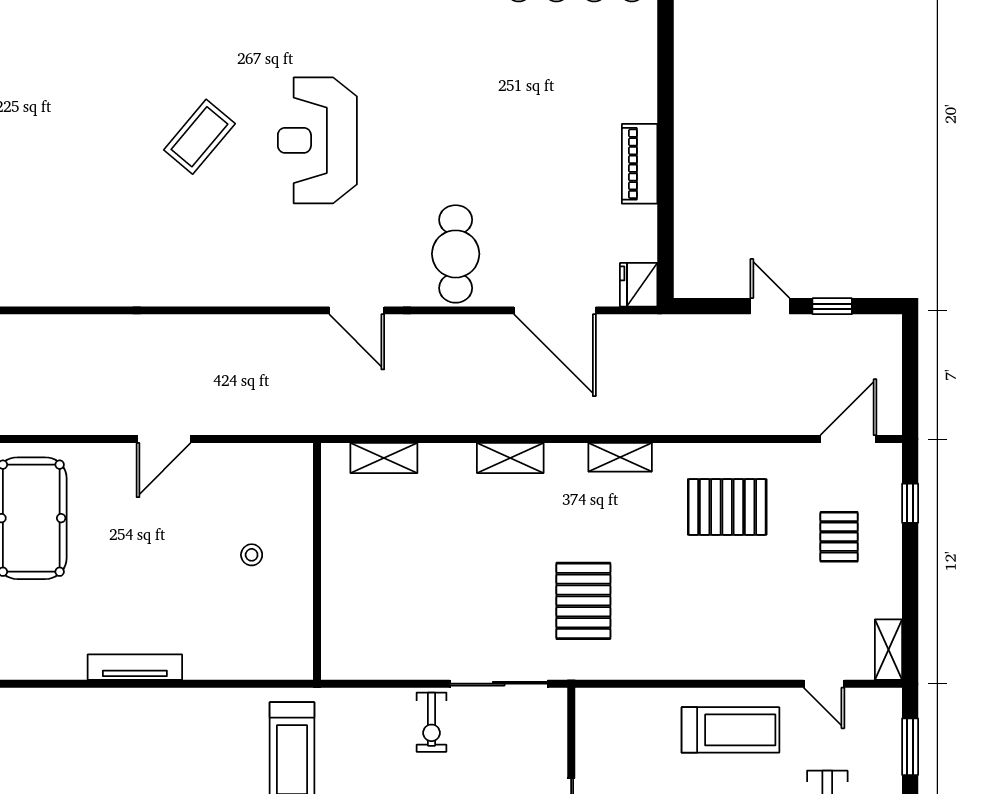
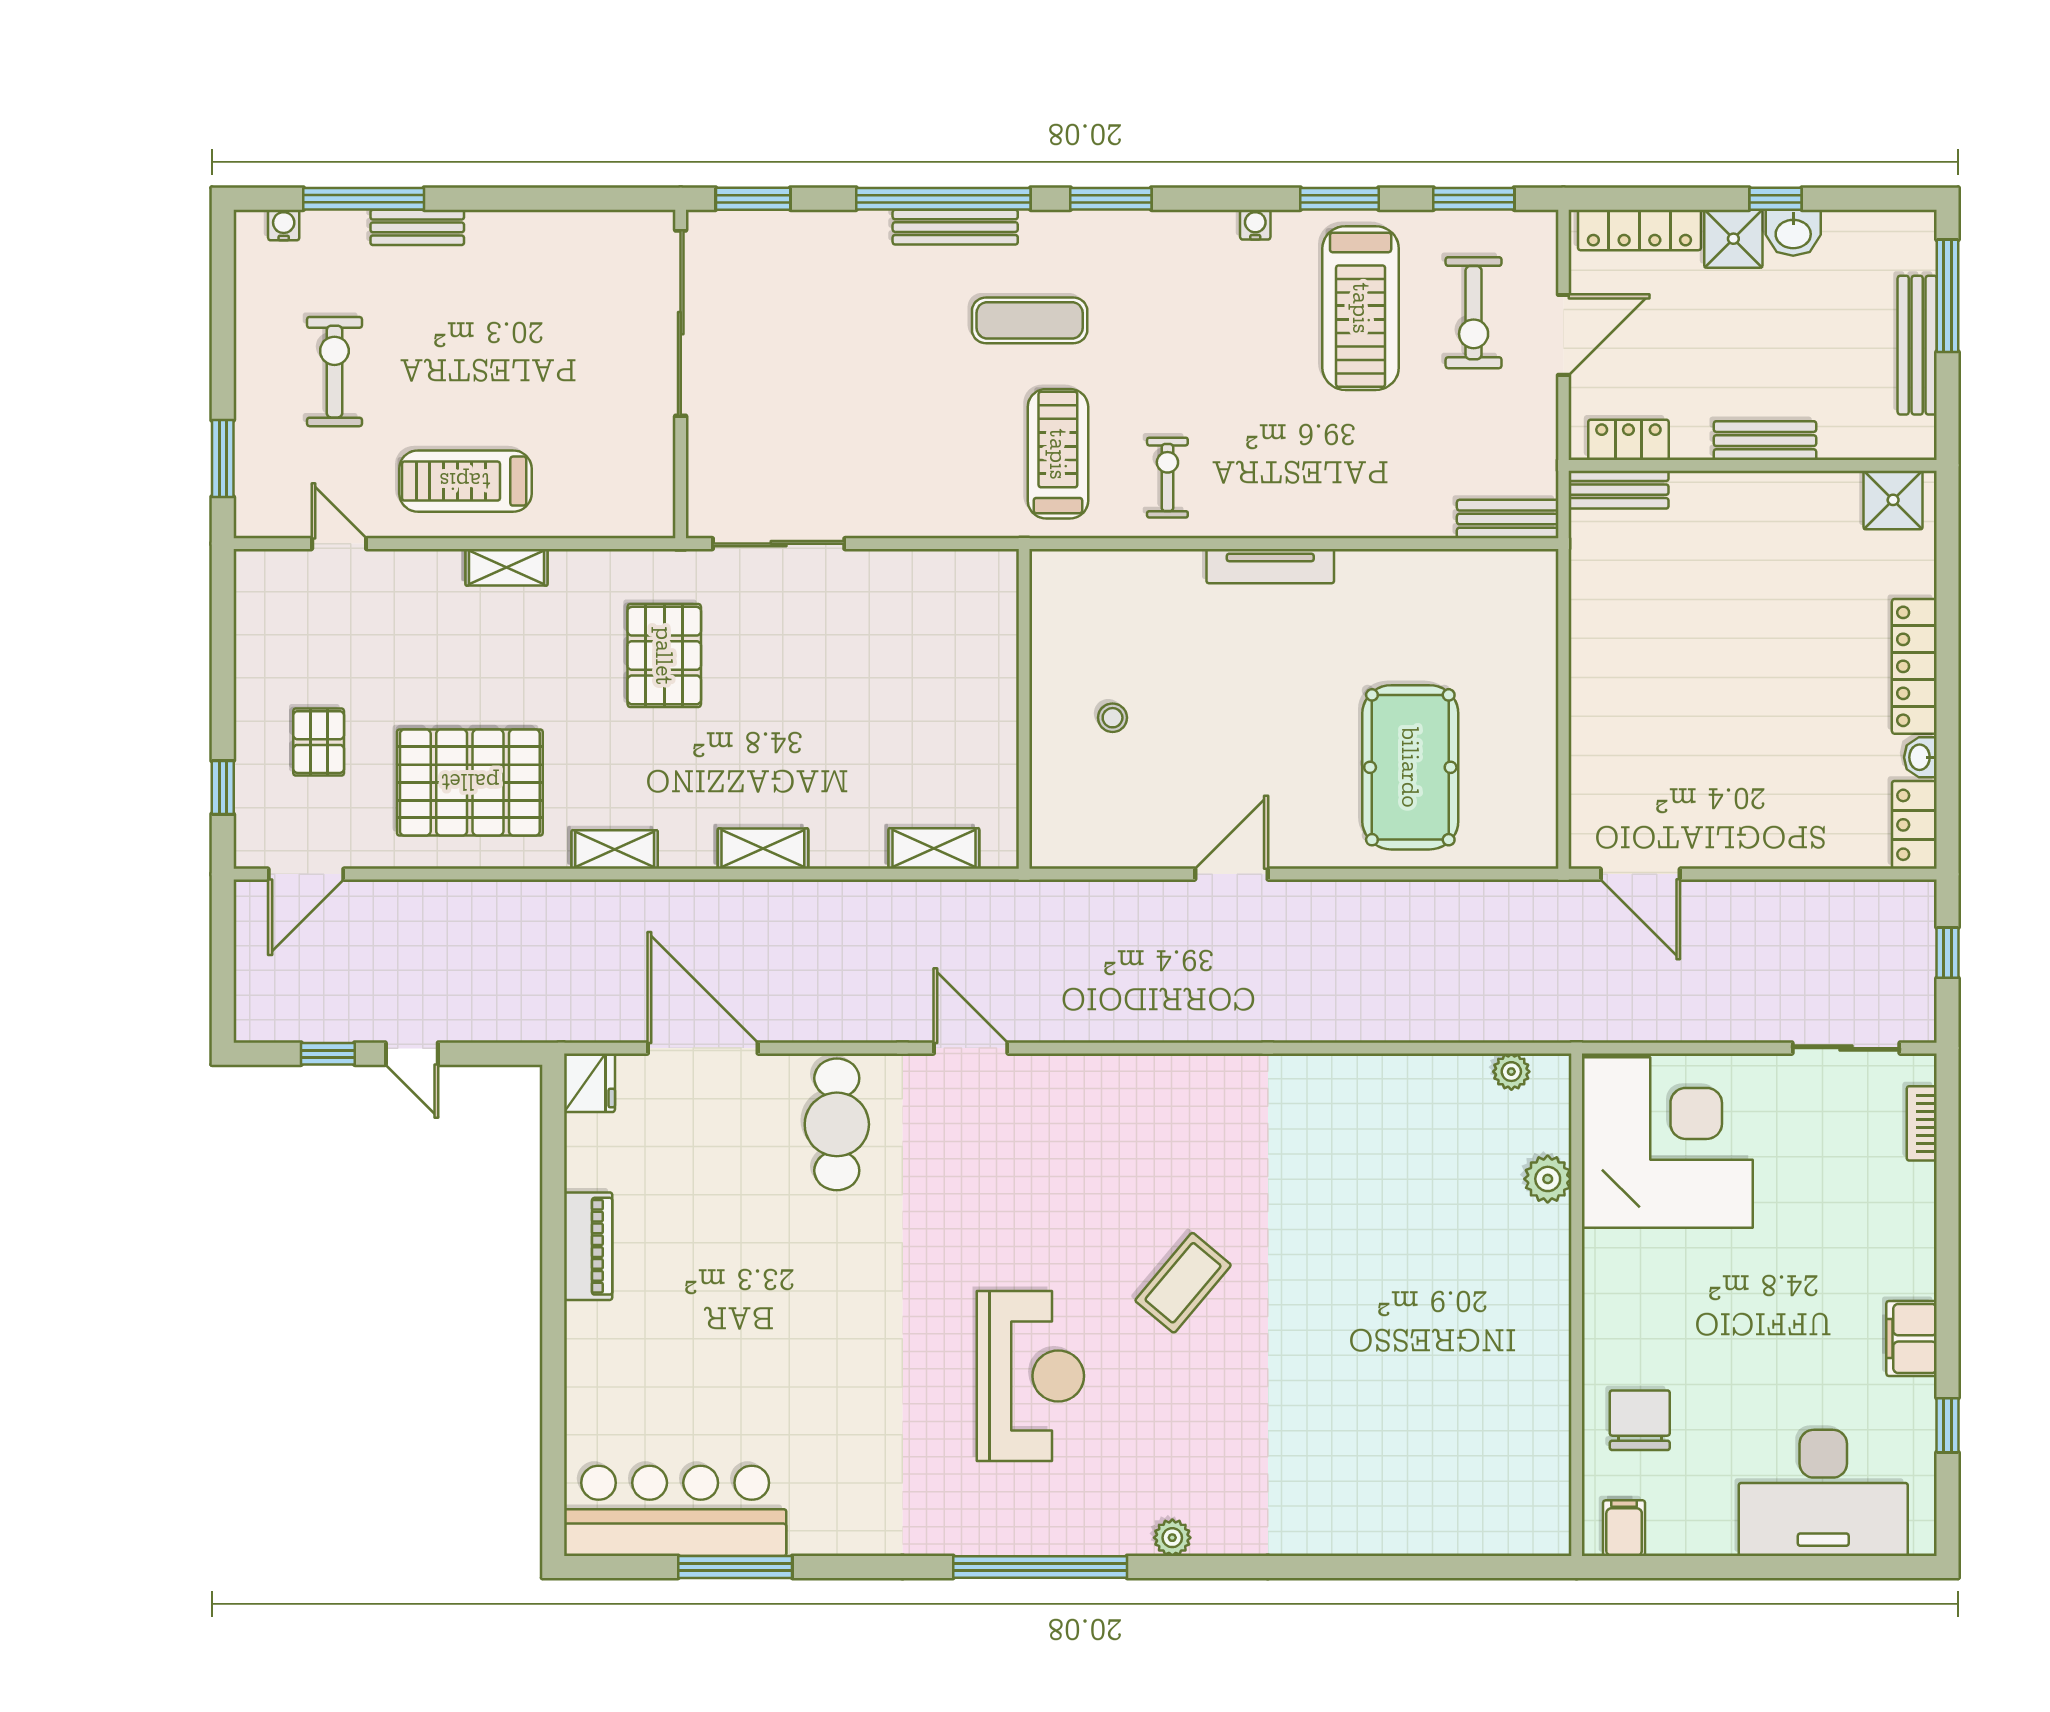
reception desk: (317, 140) -> (1030, 1376), moved
pallet: (727, 507) -> (470, 782), width x1.37, depth x1.41
shelving: (888, 650) -> (506, 567), moved, turned 90
exercise bike: (431, 722) -> (1167, 478), moved

